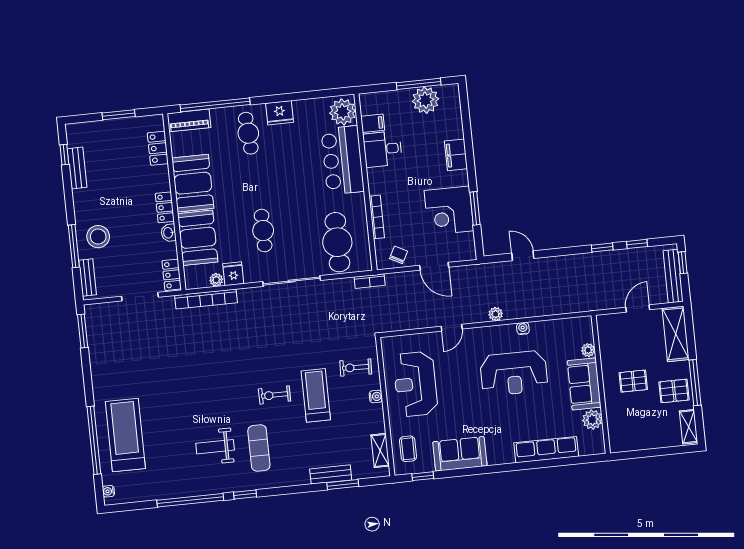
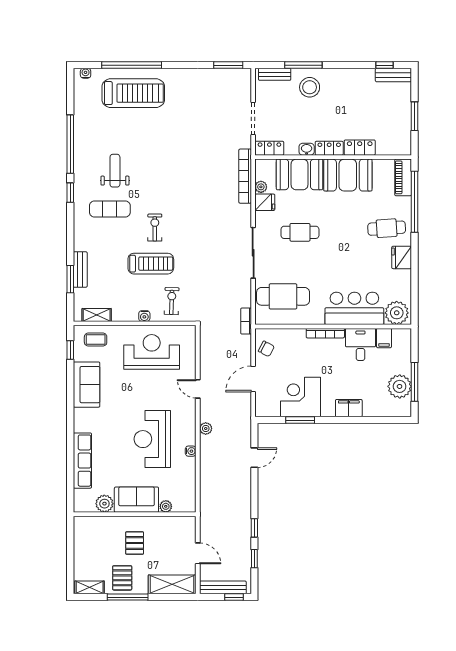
locker: (158, 148) -> (360, 148), moved
bench: (77, 168) -> (393, 75), moved
bookcase: (377, 217) -> (325, 333), moved

